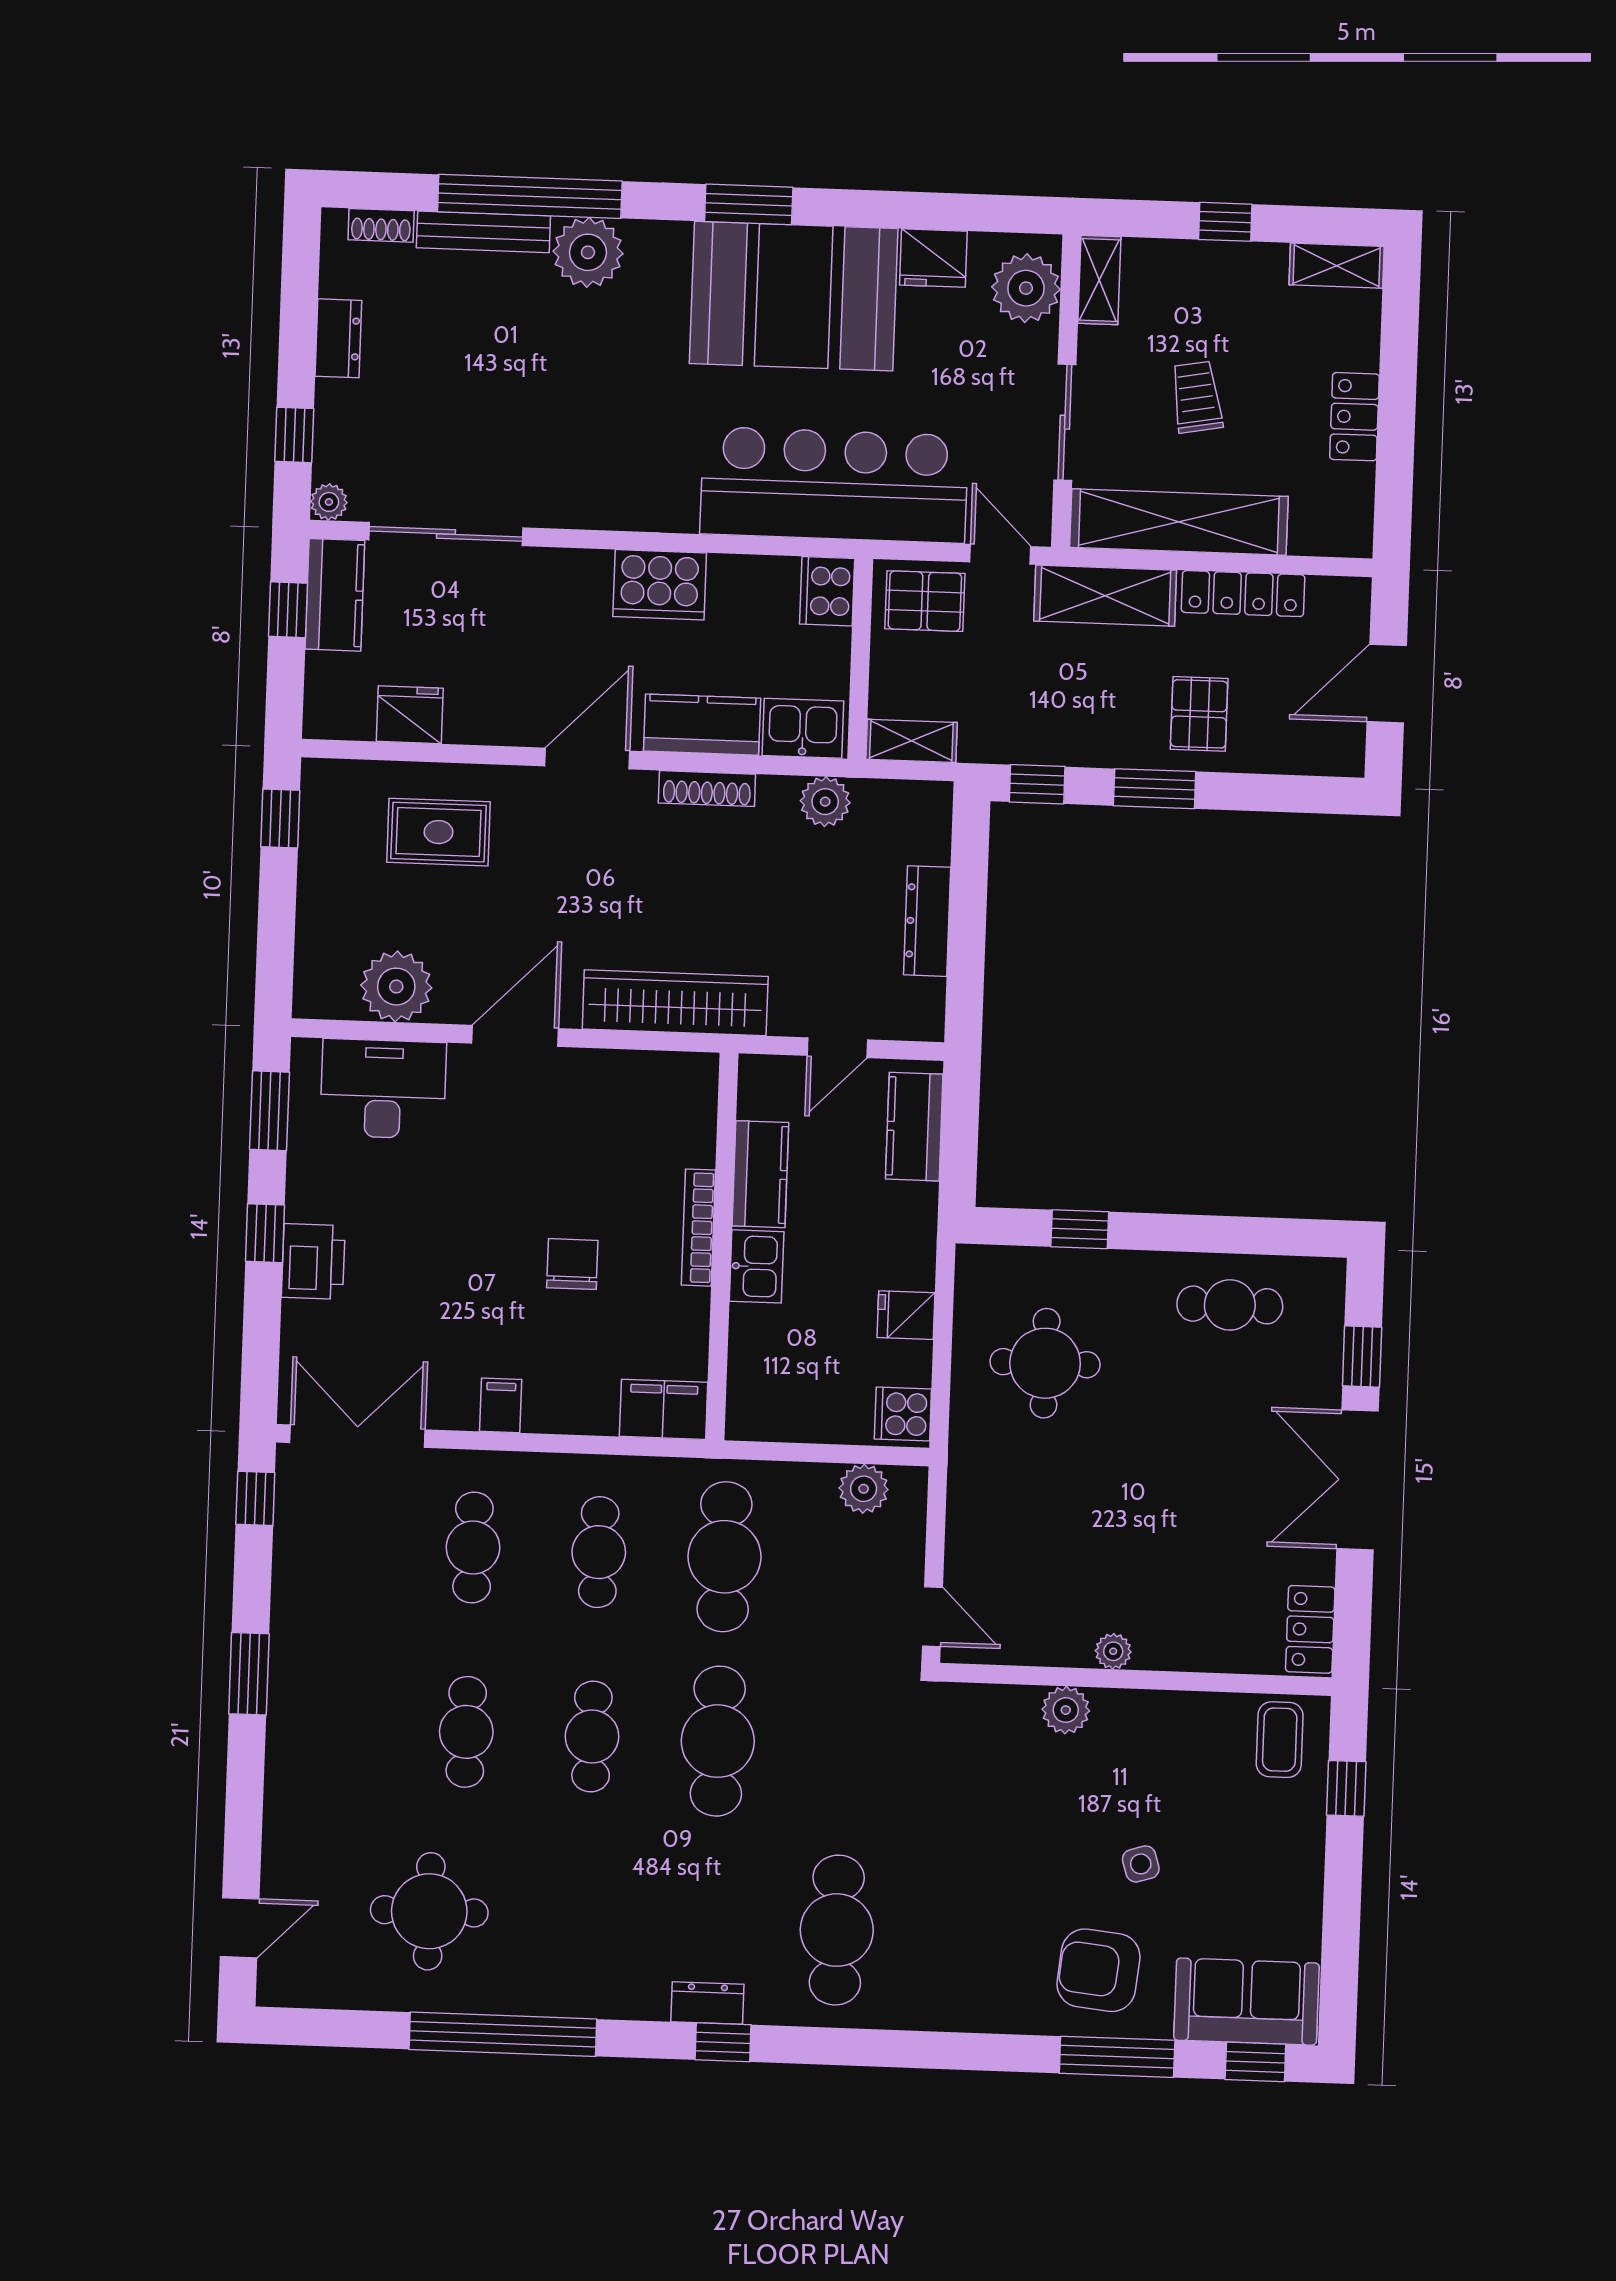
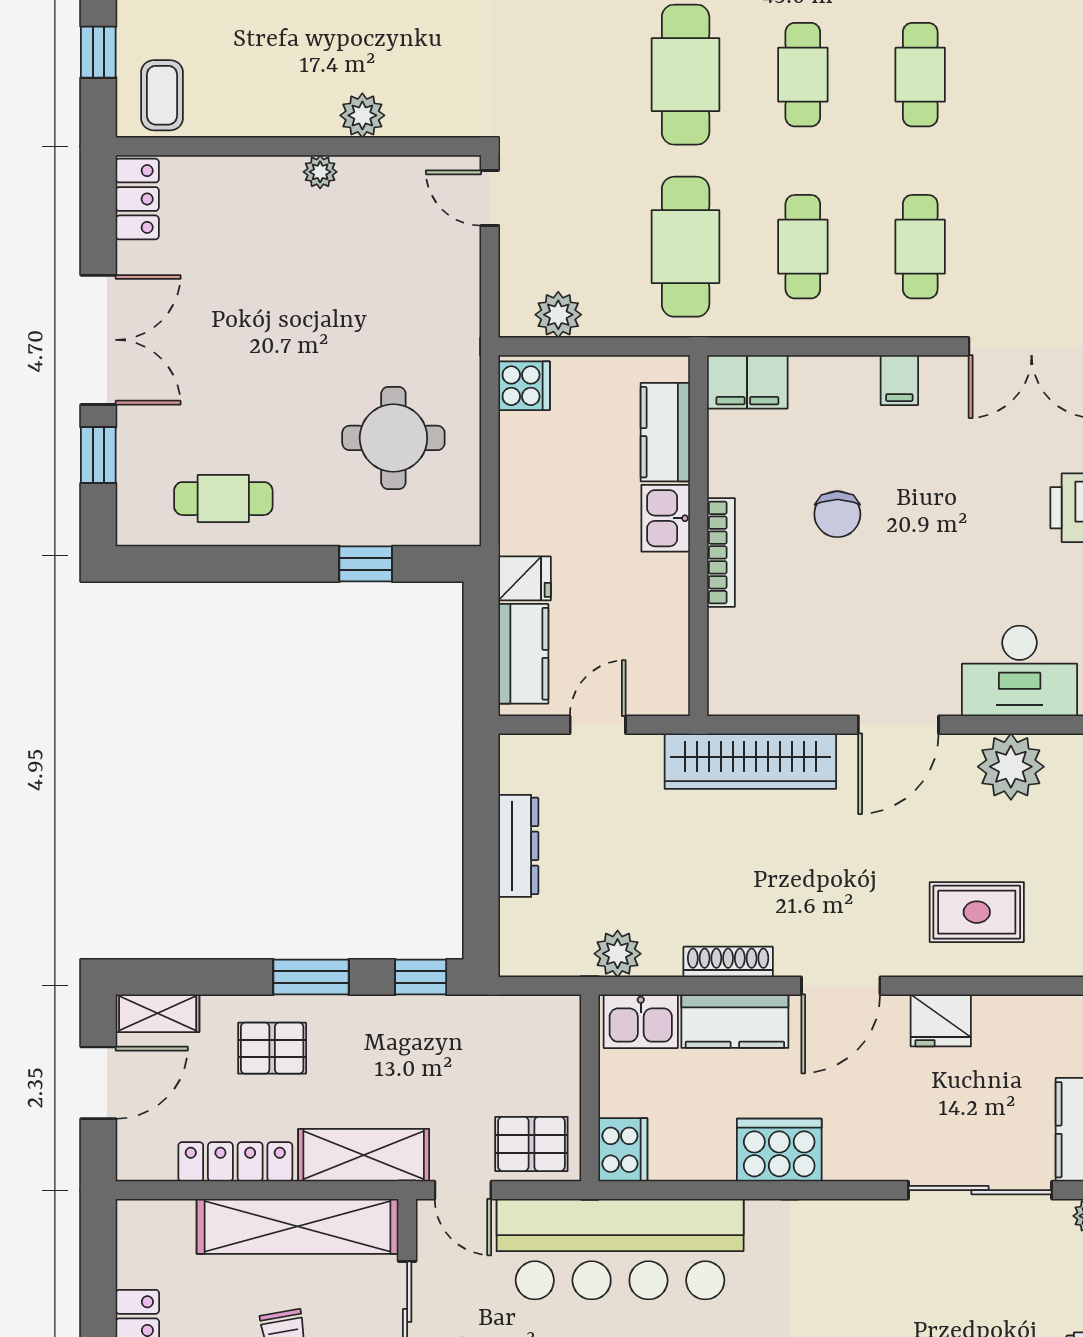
pallet: (1199, 714) -> (272, 1048), turned 90
fridge: (410, 715) -> (941, 1020), moved
shelving: (911, 741) -> (158, 1013), moved
kitchen counter: (760, 1174) -> (665, 432), moved
fridge: (906, 1315) -> (525, 578), moved

